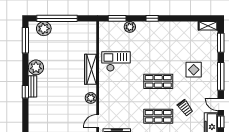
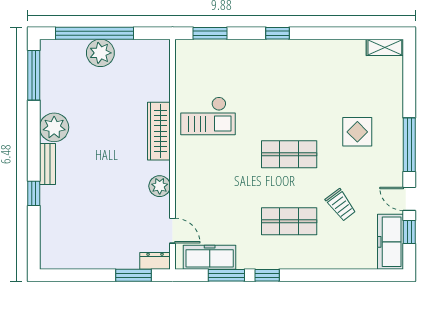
plant: (130, 27) -> (235, 50), removed
plant: (44, 29) -> (100, 53), moved
window: (221, 43) -> (409, 80), removed
checkout: (116, 61) -> (208, 116), turned 180
window: (25, 92) -> (34, 193), moved
door: (98, 121) -> (173, 231), swing flipped

